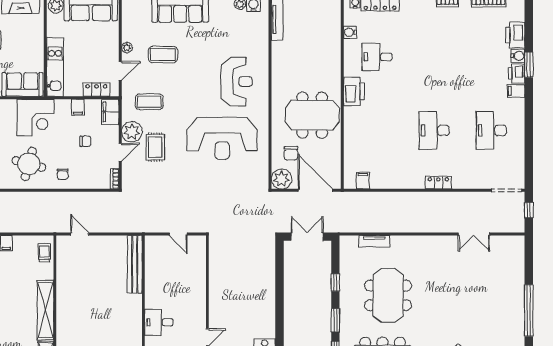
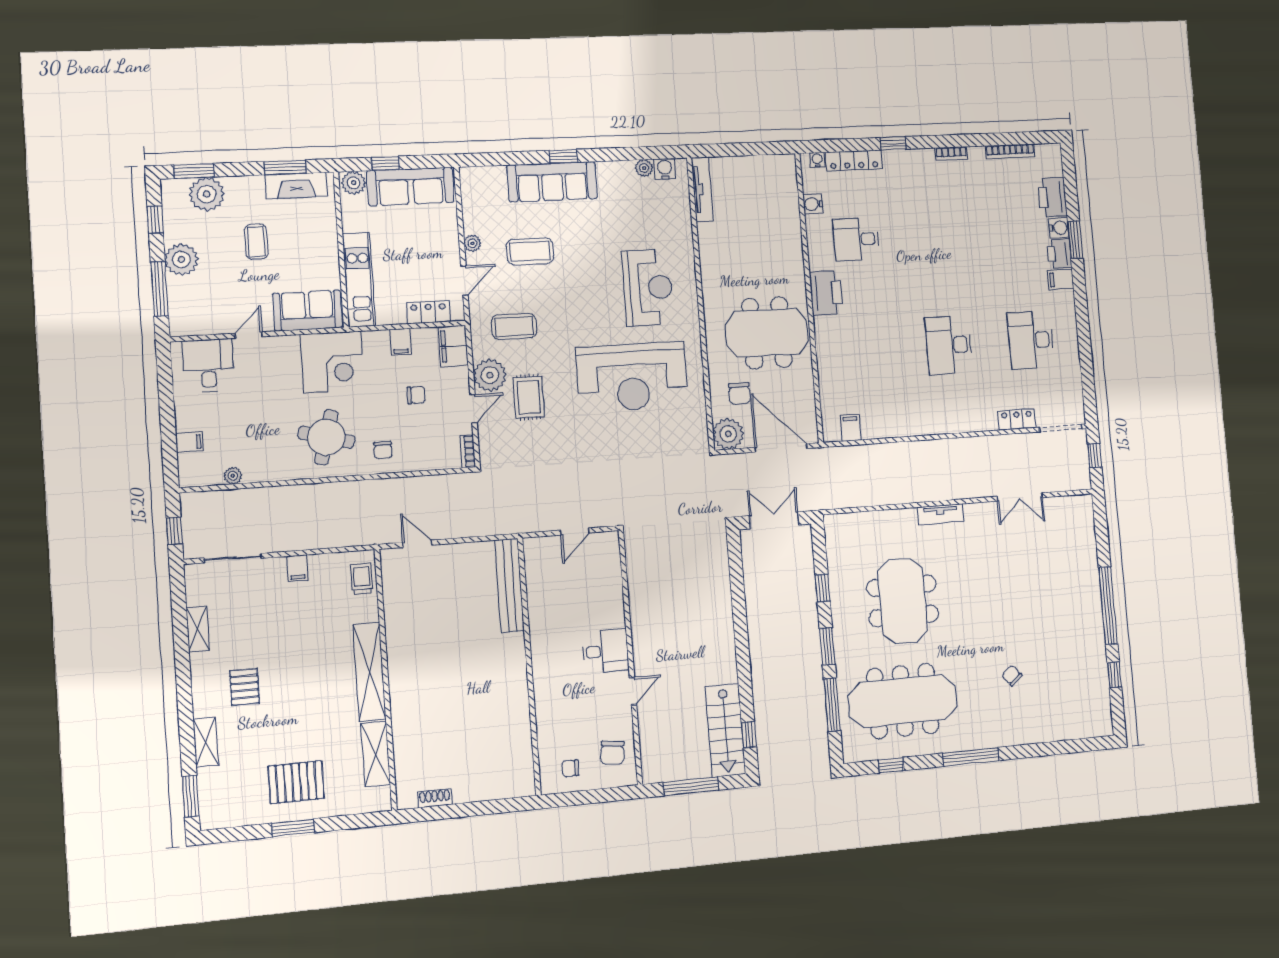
locker: (438, 183) -> (1017, 419), moved
door: (178, 234) -> (575, 532), hinge flipped
tv unit: (374, 241) -> (940, 514), moved
desk: (159, 322) -> (605, 651), moved, turned 180

